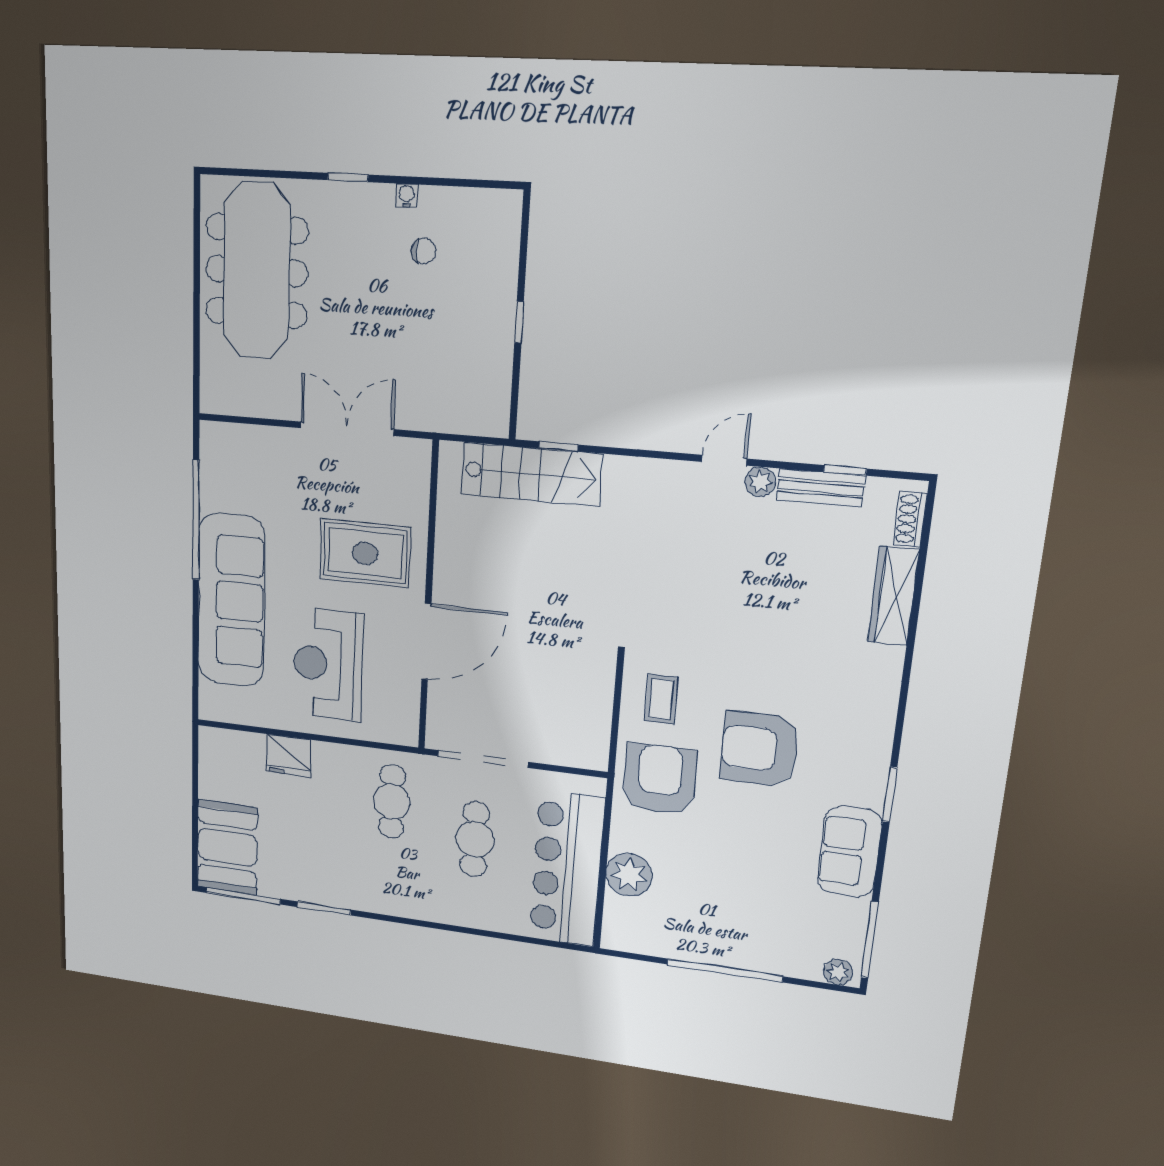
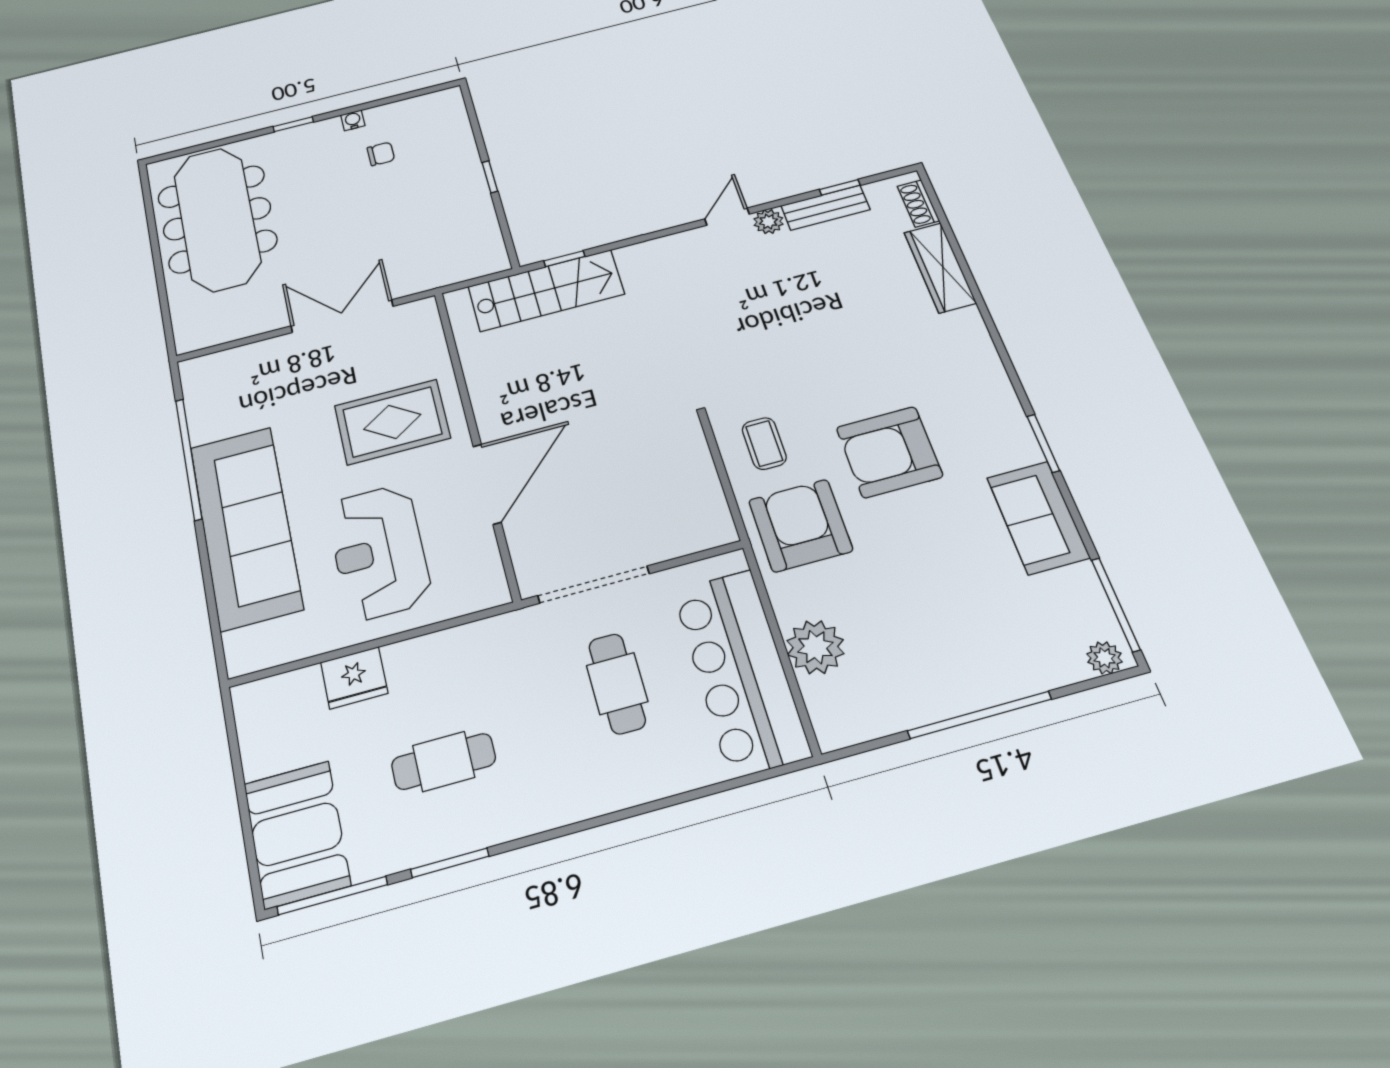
cafe table: (392, 802) -> (444, 761), moved, turned 90

